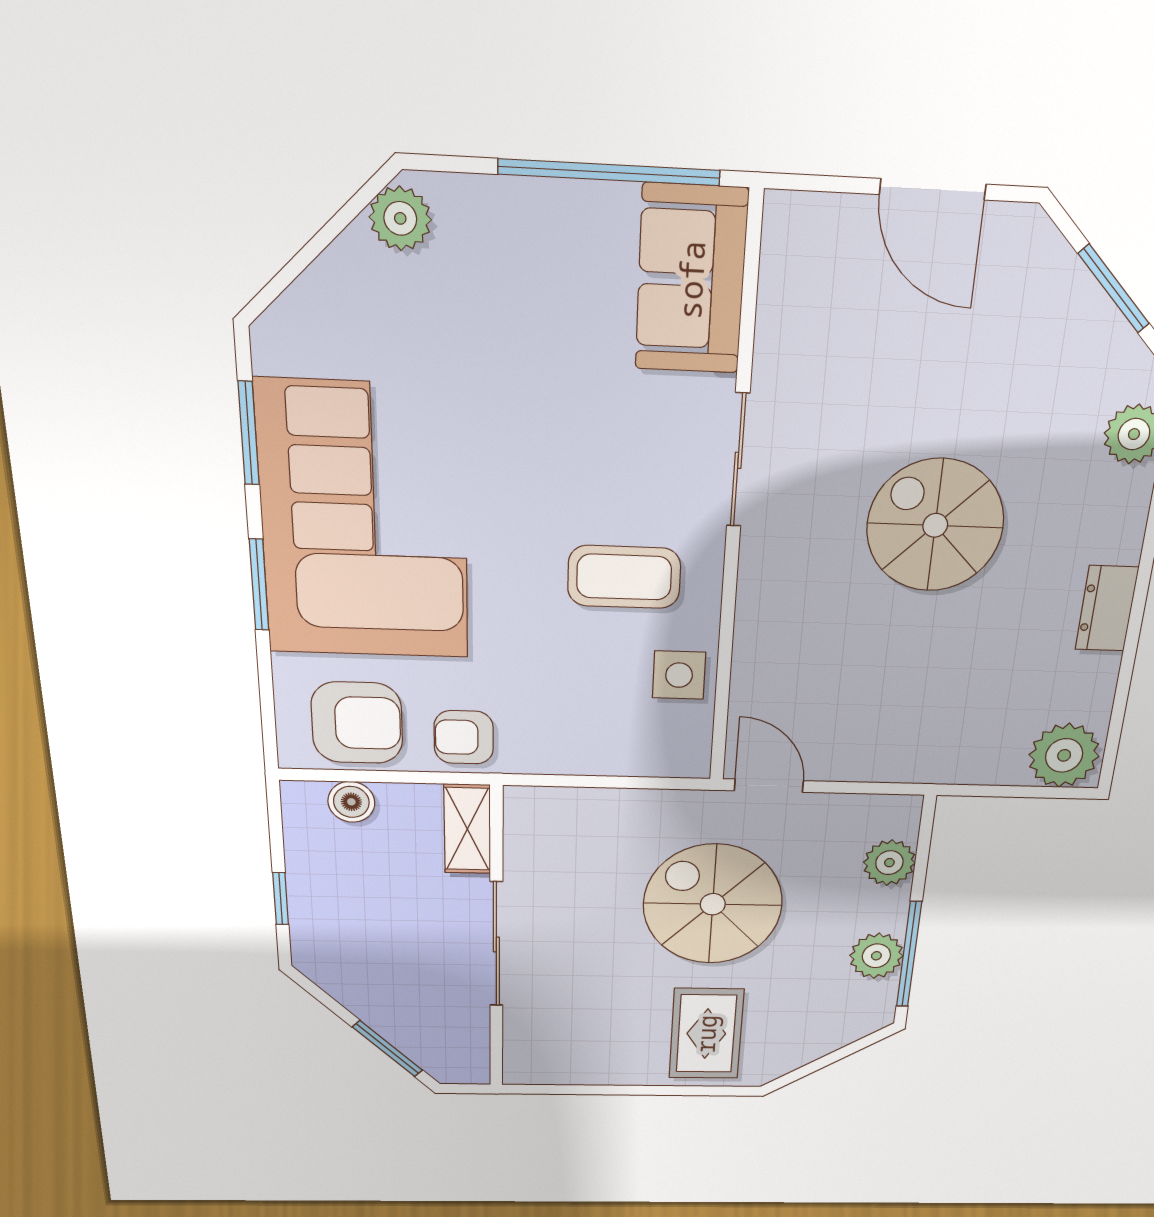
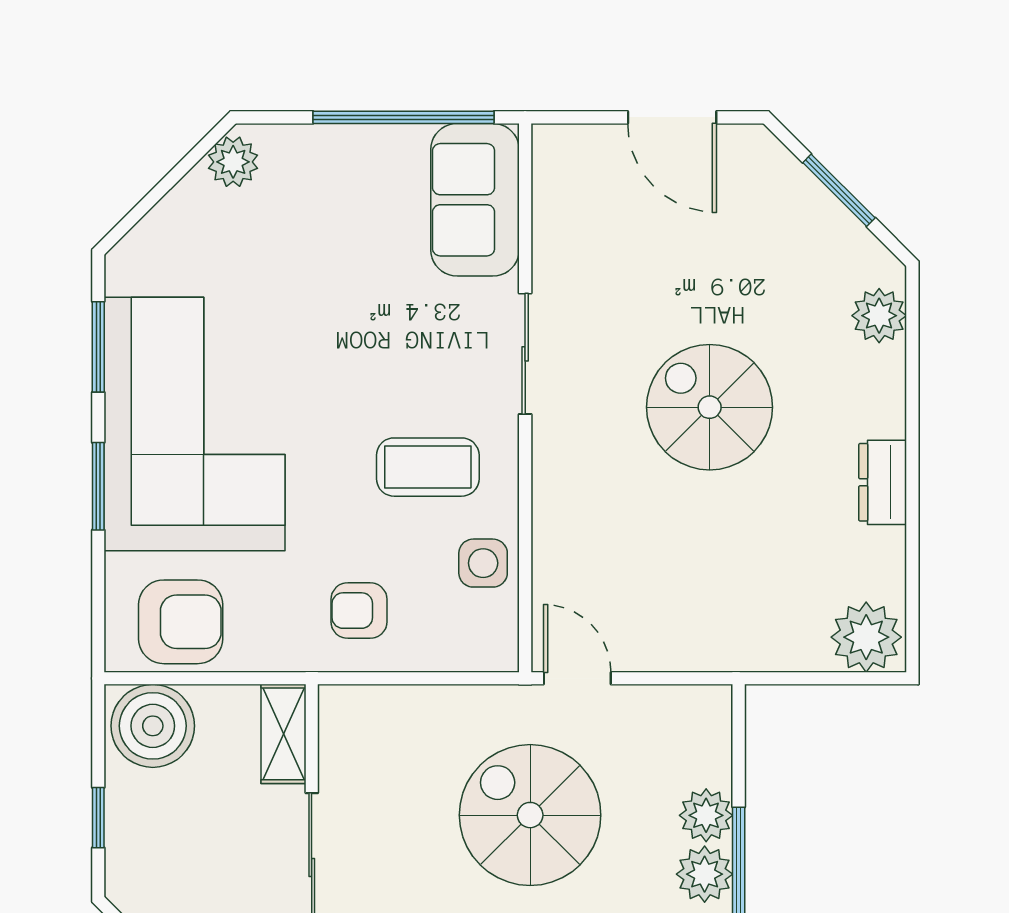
armchair: (464, 737) -> (359, 611), moved
boiler: (351, 802) -> (153, 726), width x1.86, depth x1.86
plant: (889, 863) -> (706, 815), moved

